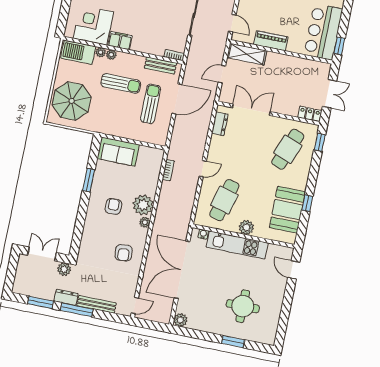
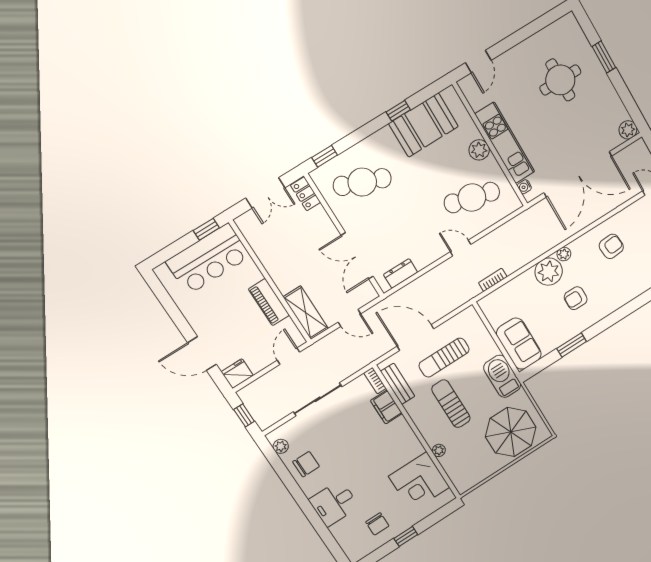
filing cabinet: (120, 41) -> (386, 407), moved
barbecue: (78, 52) -> (502, 376), moved, turned 180
plant: (111, 55) -> (432, 439), removed
double door: (330, 94) -> (265, 193), swing flipped

